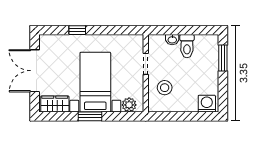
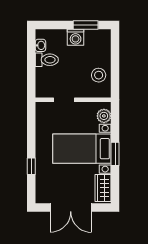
washbasin: (172, 40) -> (40, 45), moved
window: (223, 58) -> (86, 25), moved
stool: (165, 88) -> (99, 75), moved
washing machine: (207, 104) -> (76, 37), moved, turned -90

